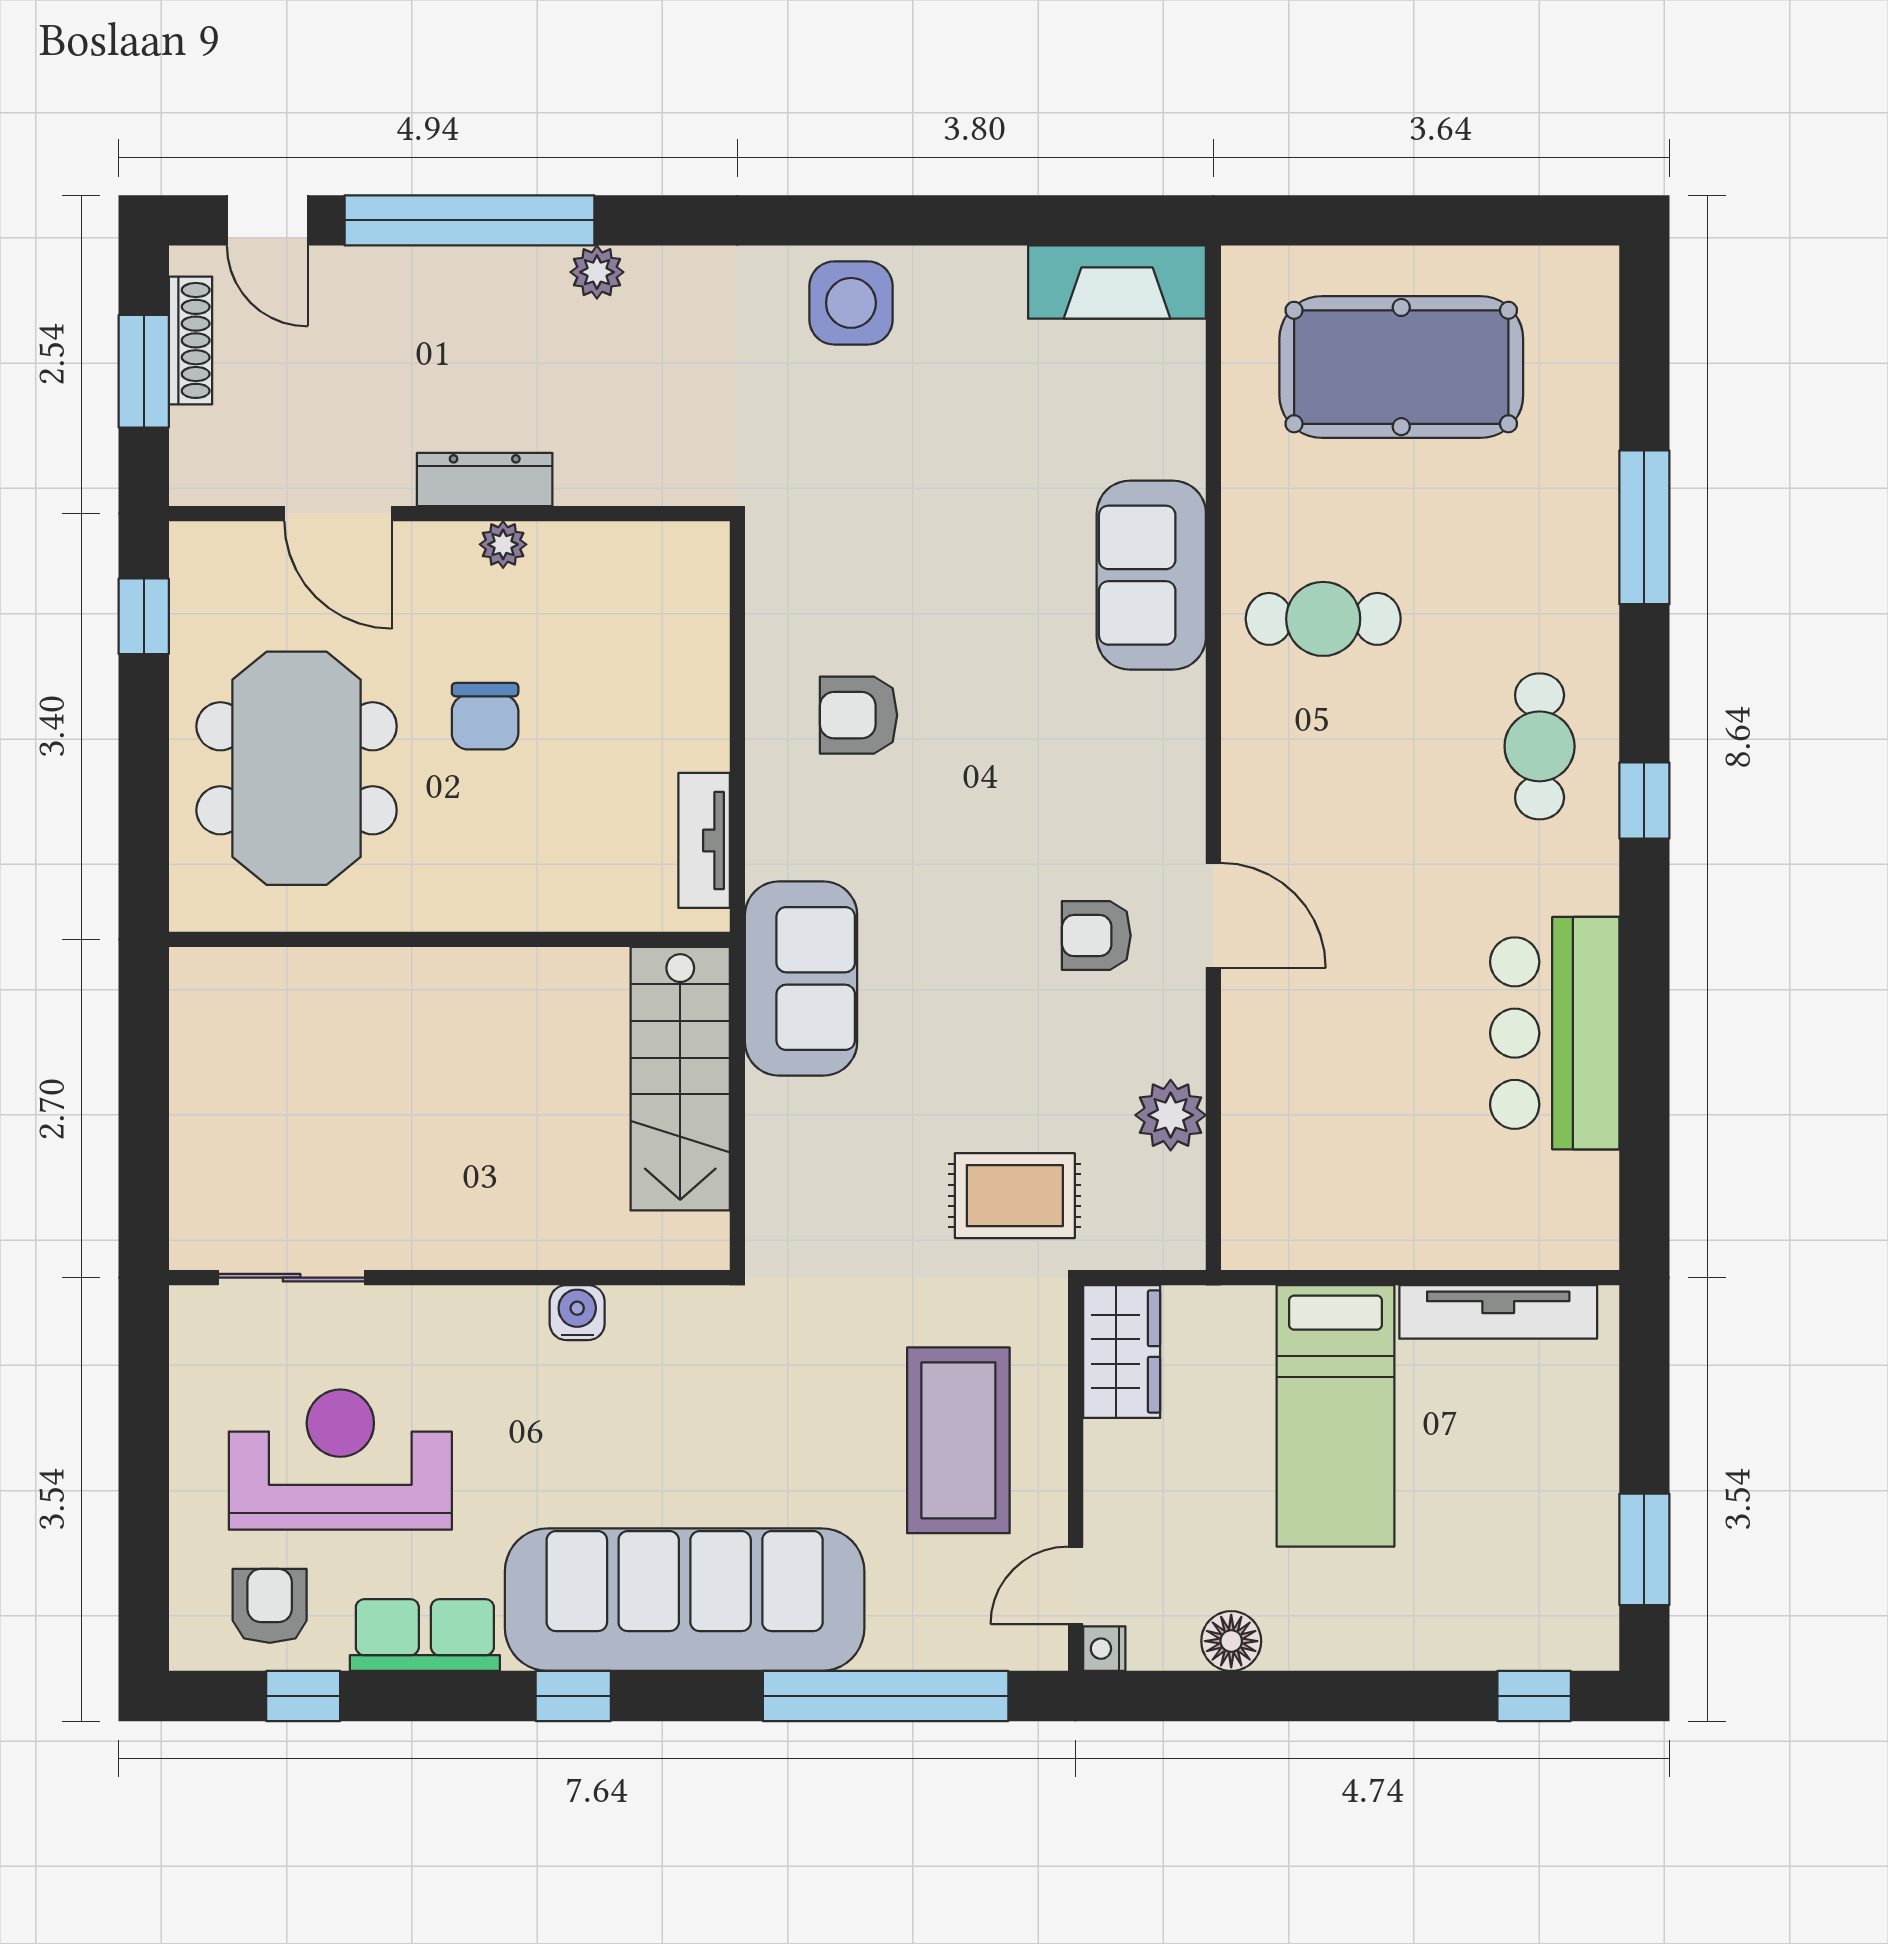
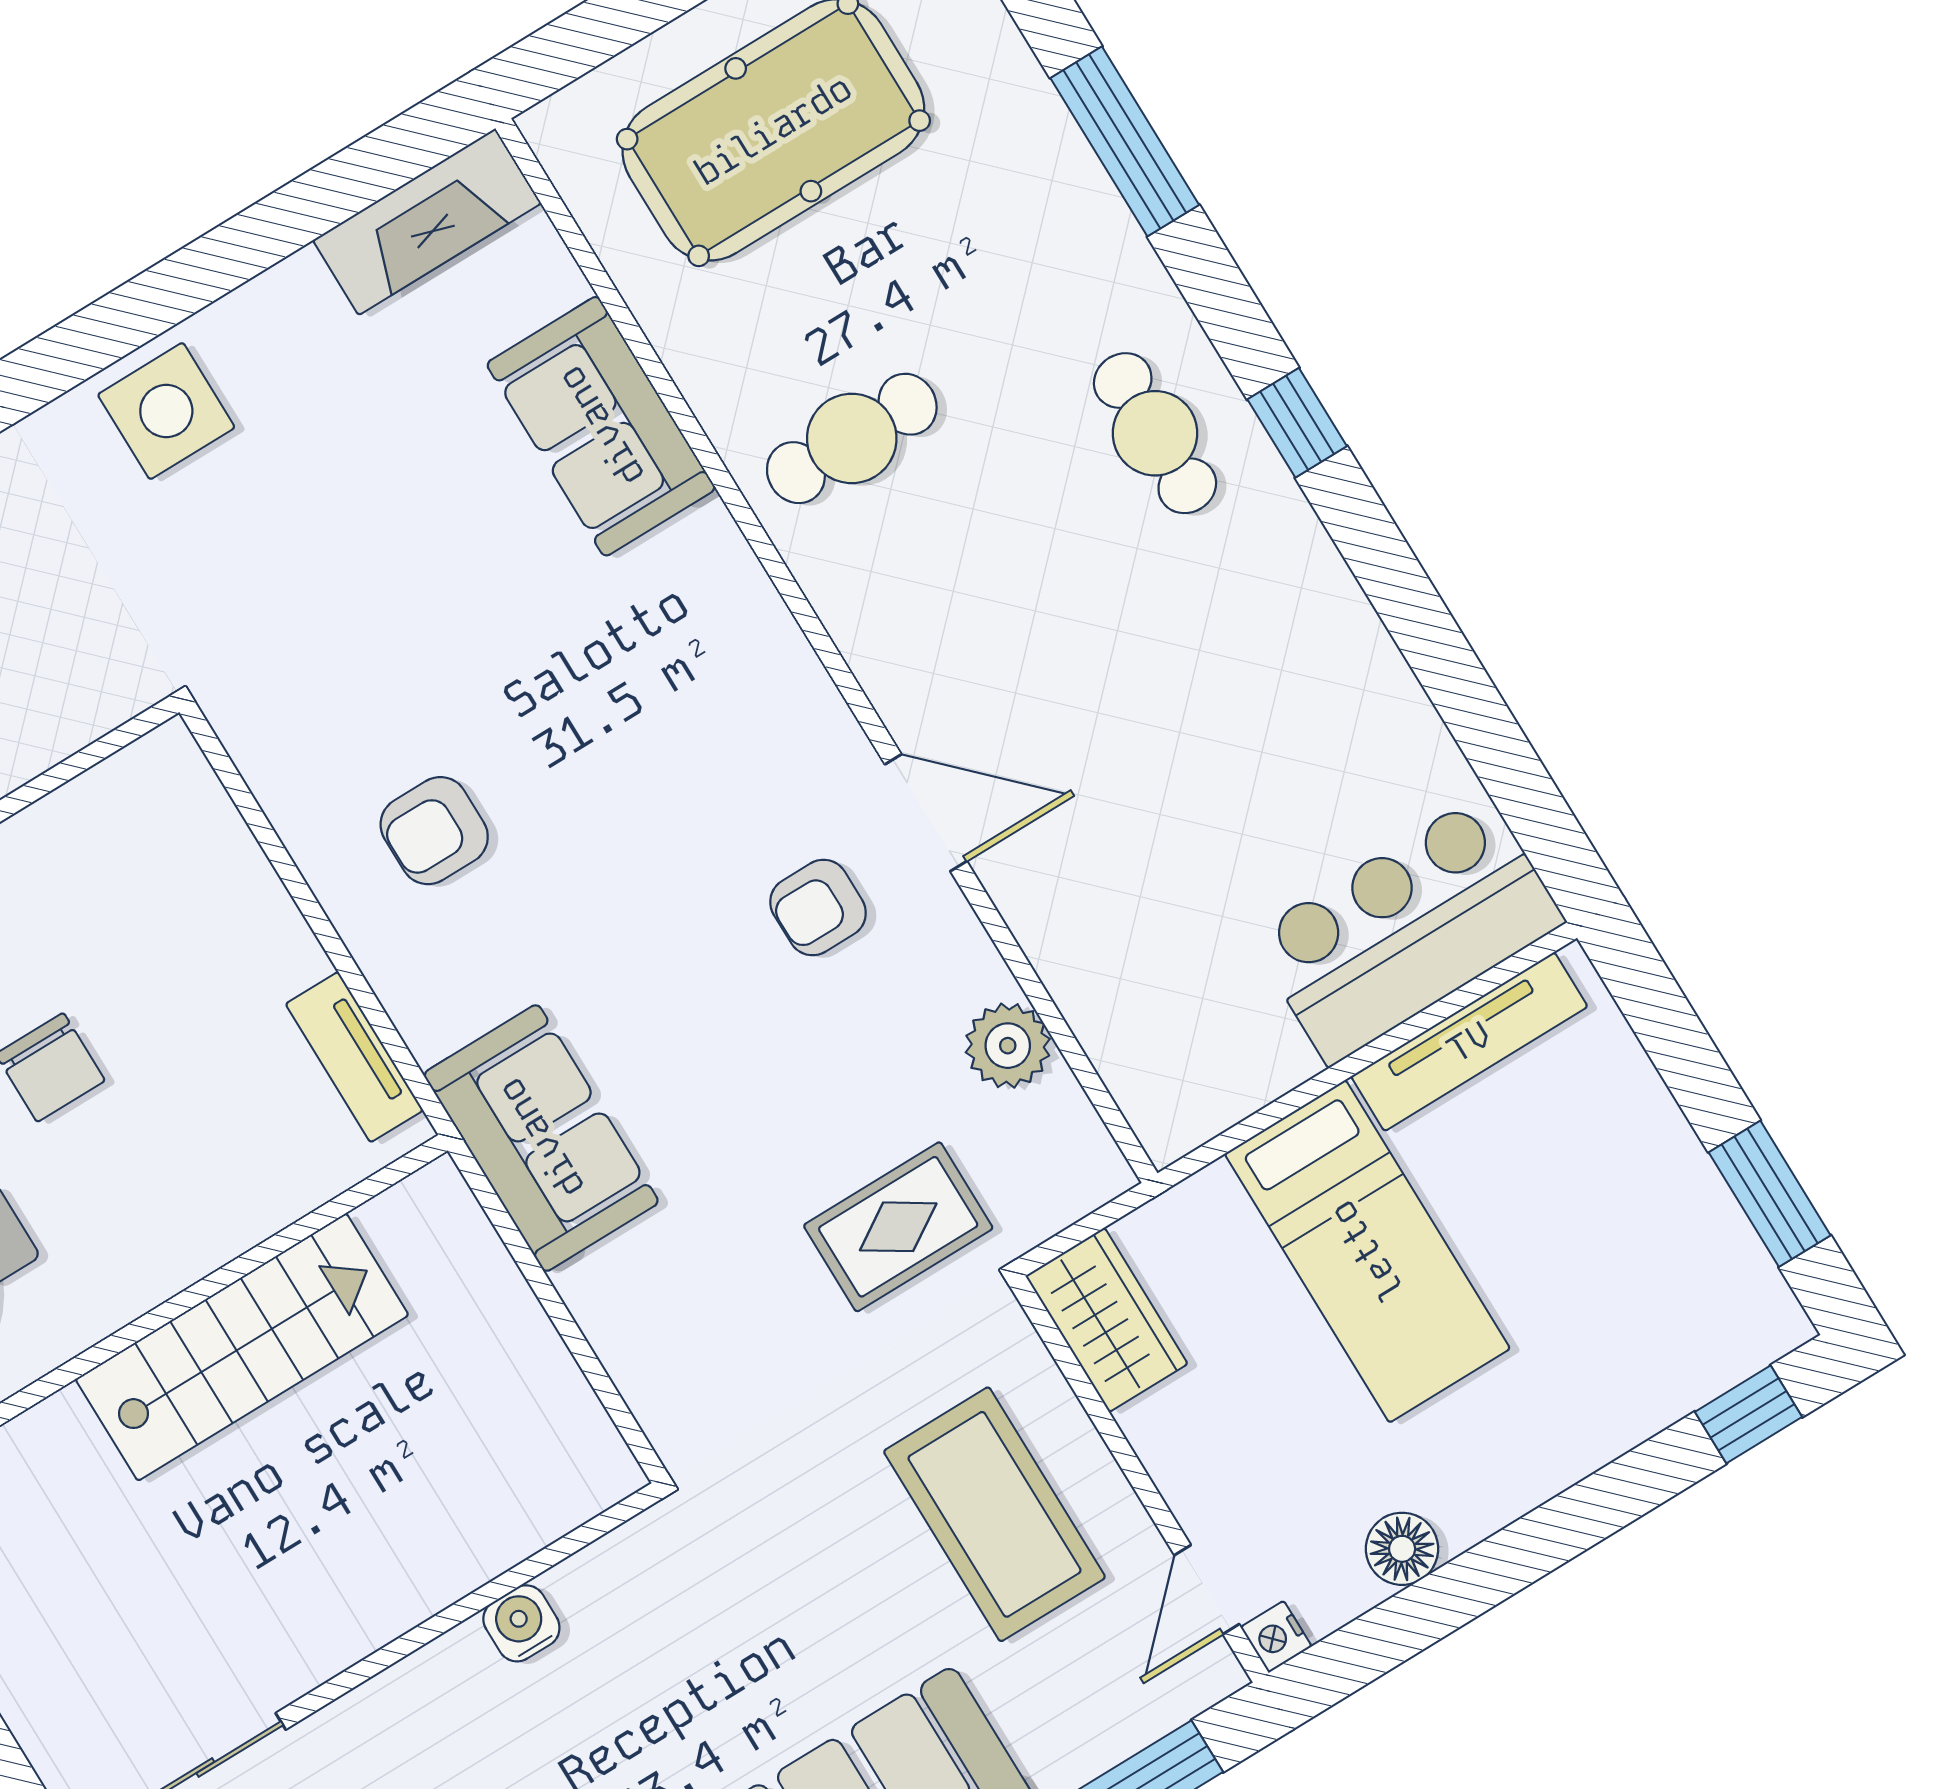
sofa: (1151, 575) -> (601, 426), moved
bar counter: (1555, 1033) -> (1407, 929), moved, turned 90
stairs: (680, 1079) -> (242, 1347), moved, turned -90

